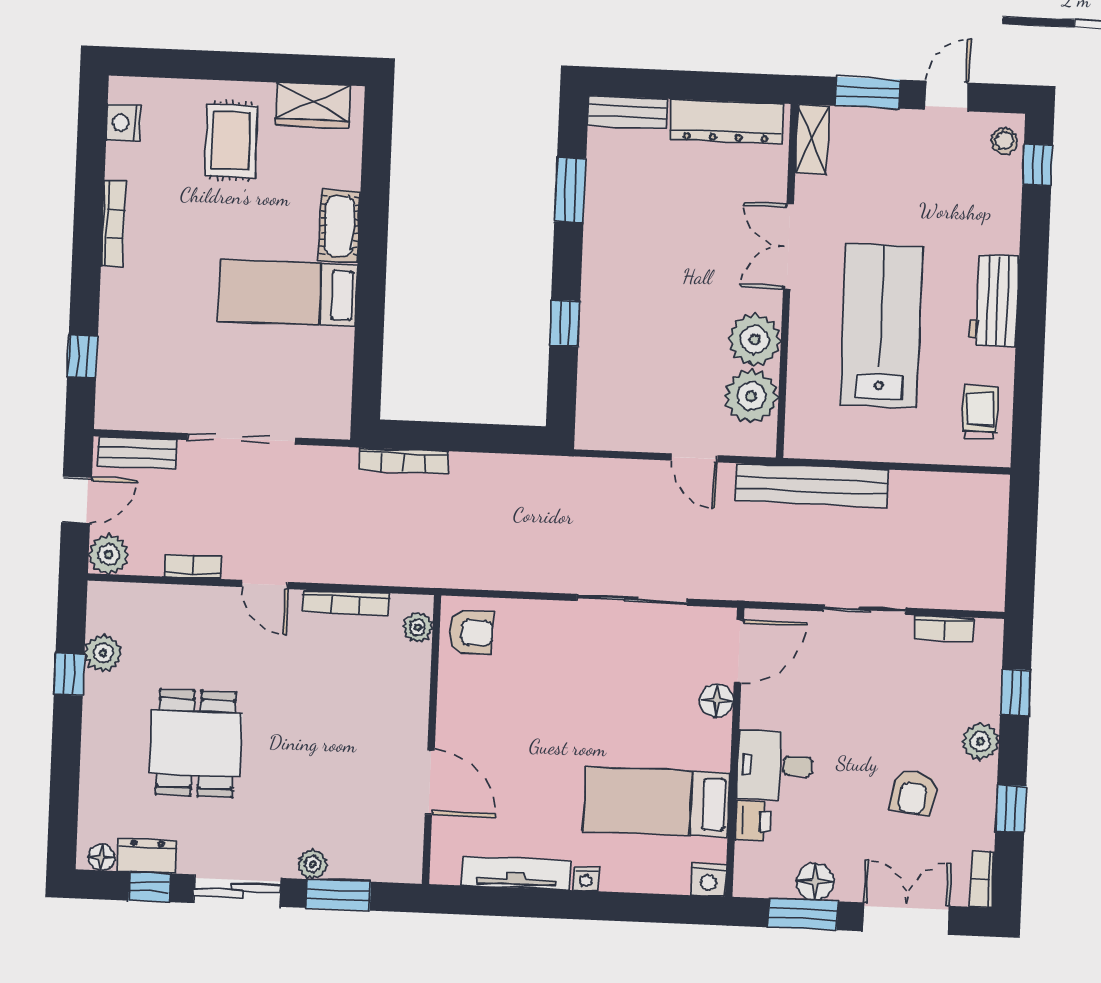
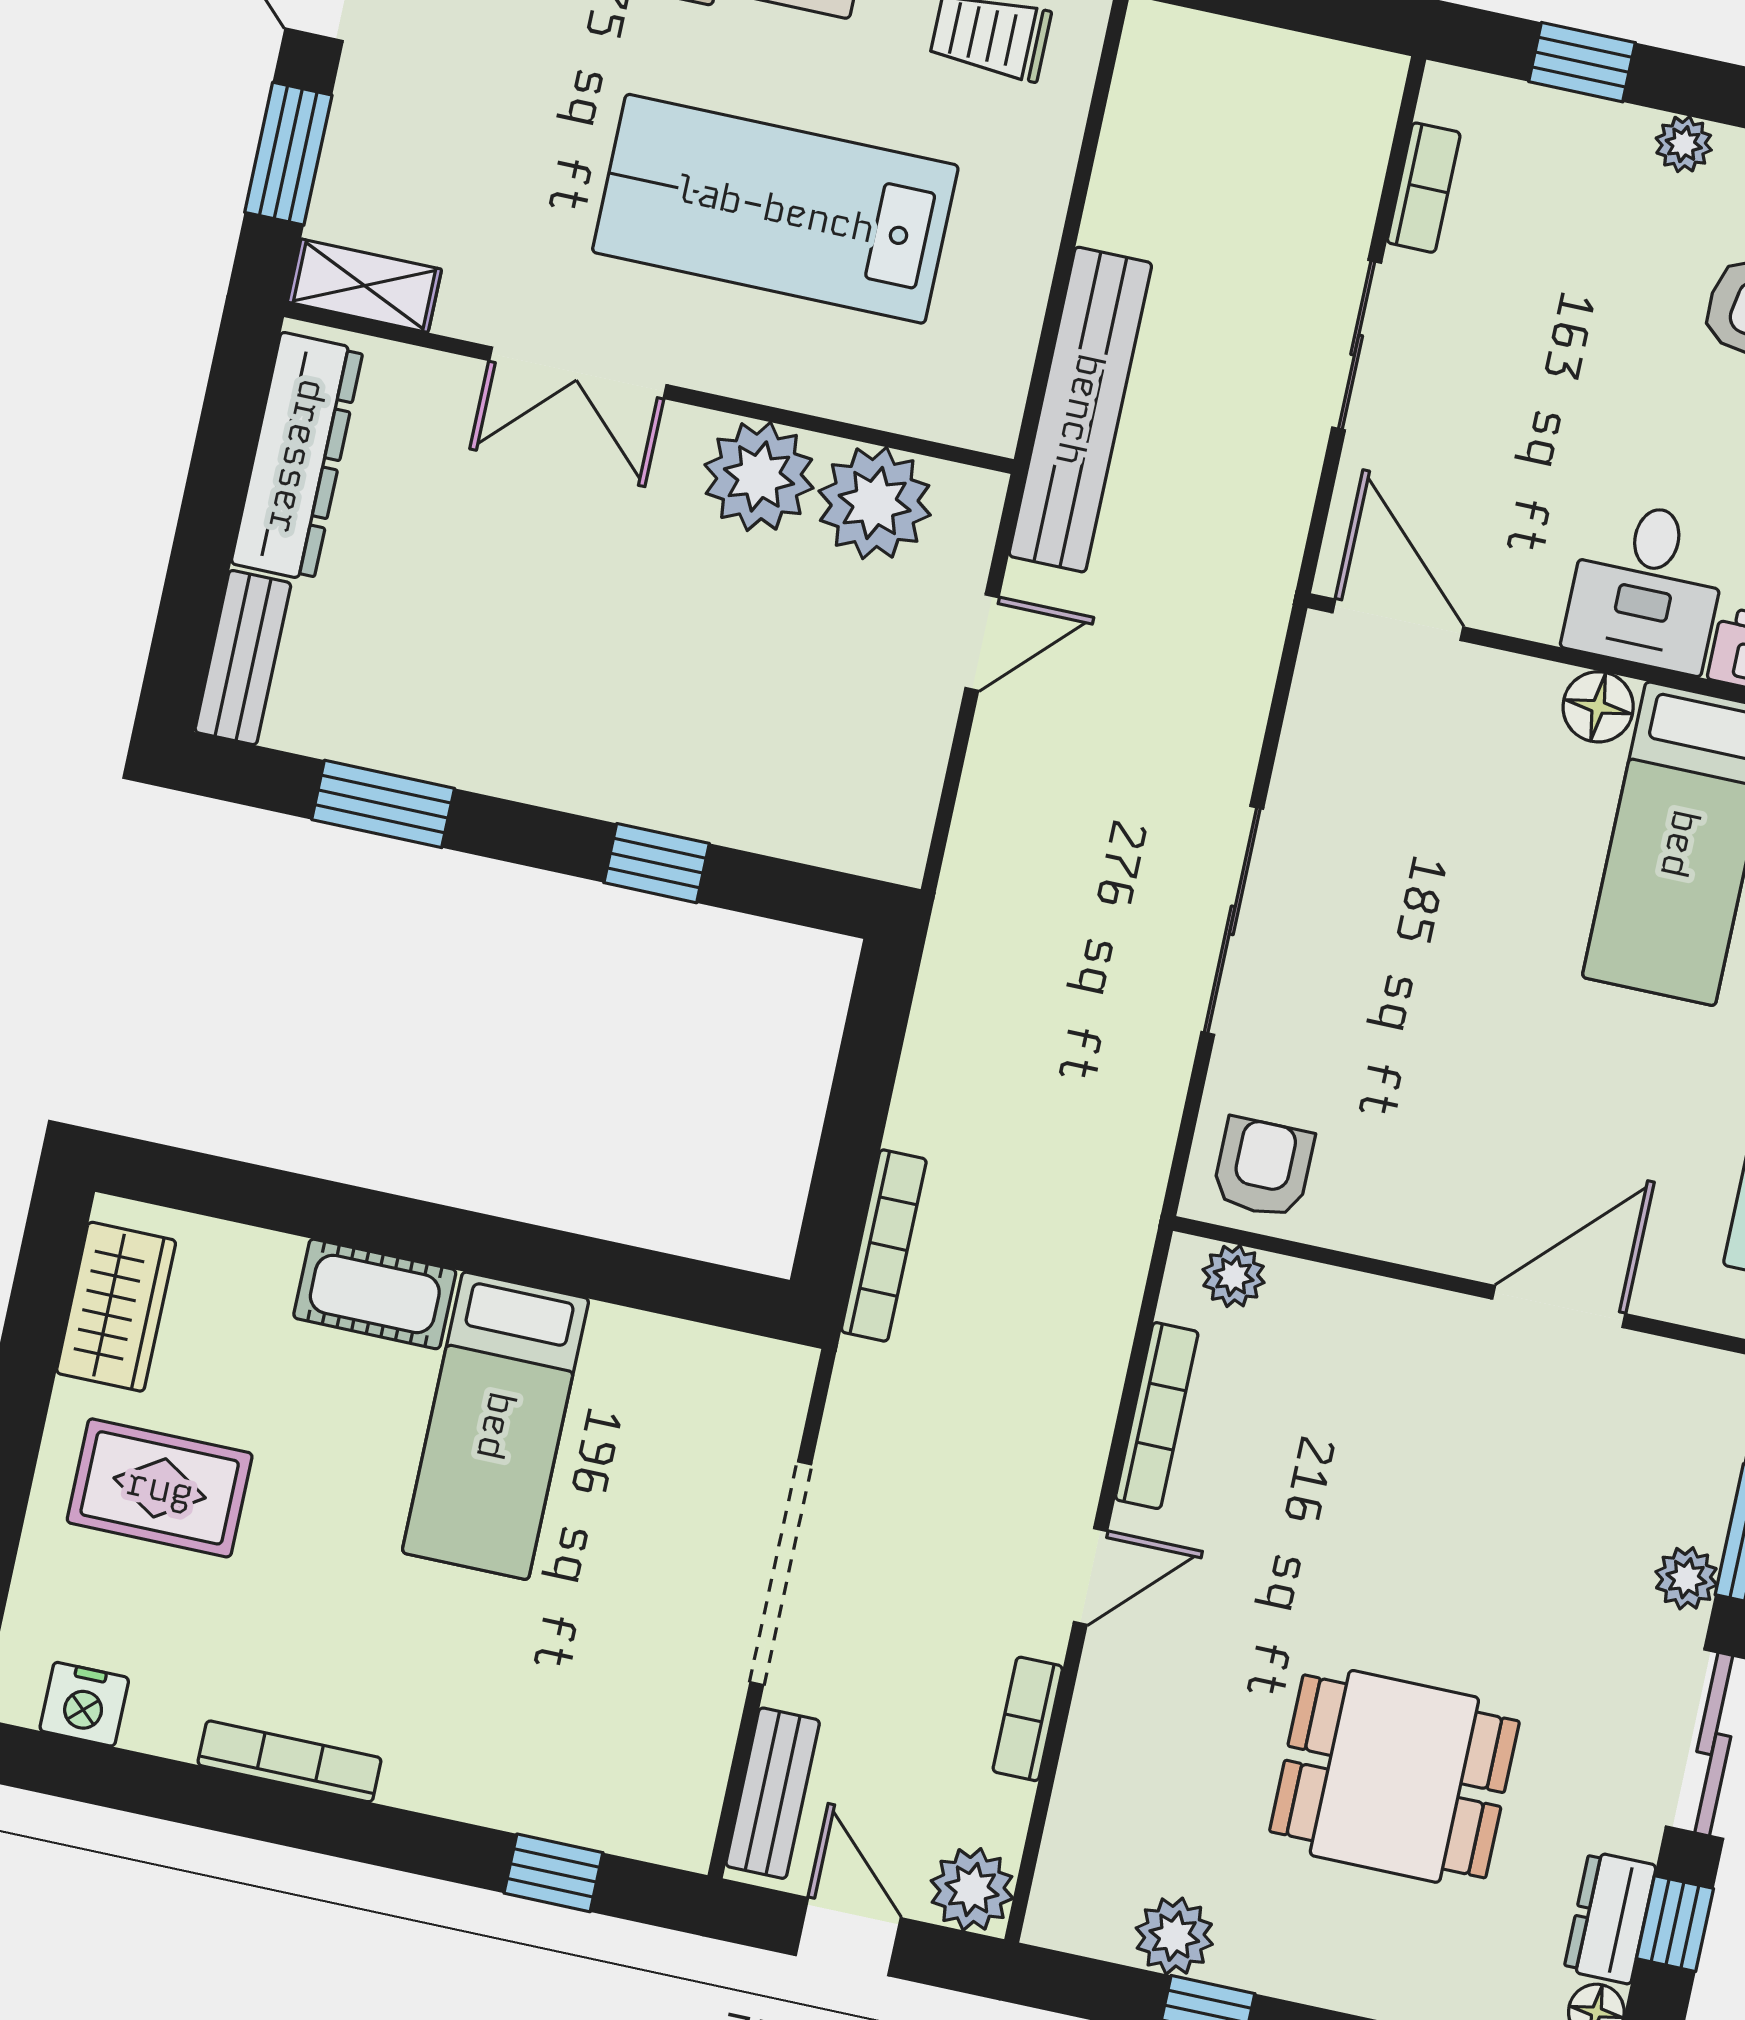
sliding door: (632, 600) -> (1232, 920), moved
floor lamp: (716, 700) -> (1598, 707), moved
plant: (980, 742) -> (1684, 144), width x0.73, depth x0.73

